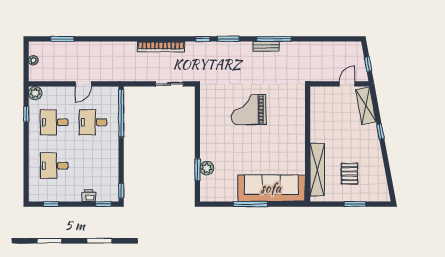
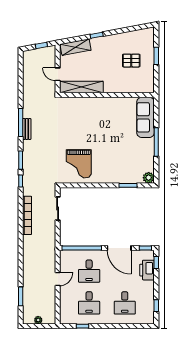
door: (83, 84) -> (58, 279), hinge flipped
door: (347, 84) -> (58, 74), moved
plant: (35, 93) -> (65, 319), removed
grand piano: (249, 110) -> (79, 164), moved
door: (121, 159) -> (119, 248), added
plant: (207, 168) -> (149, 178), moved
shelving: (317, 169) -> (81, 87), moved
sofa: (271, 188) -> (146, 117), width x0.74, depth x0.79
printer: (89, 196) -> (147, 270), width x1.87, depth x1.48

